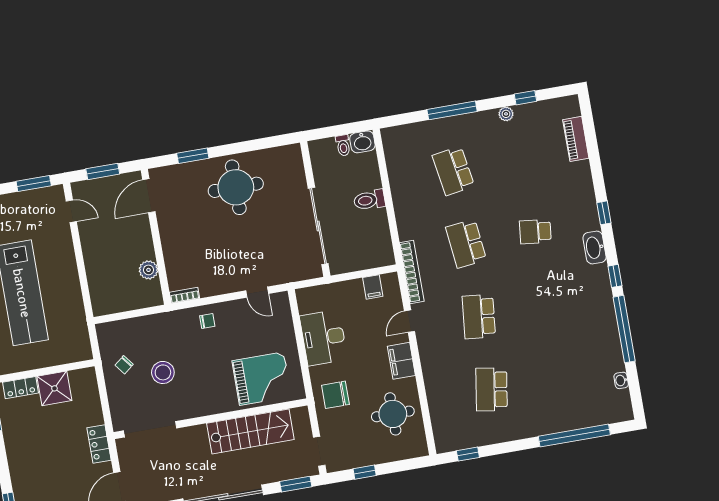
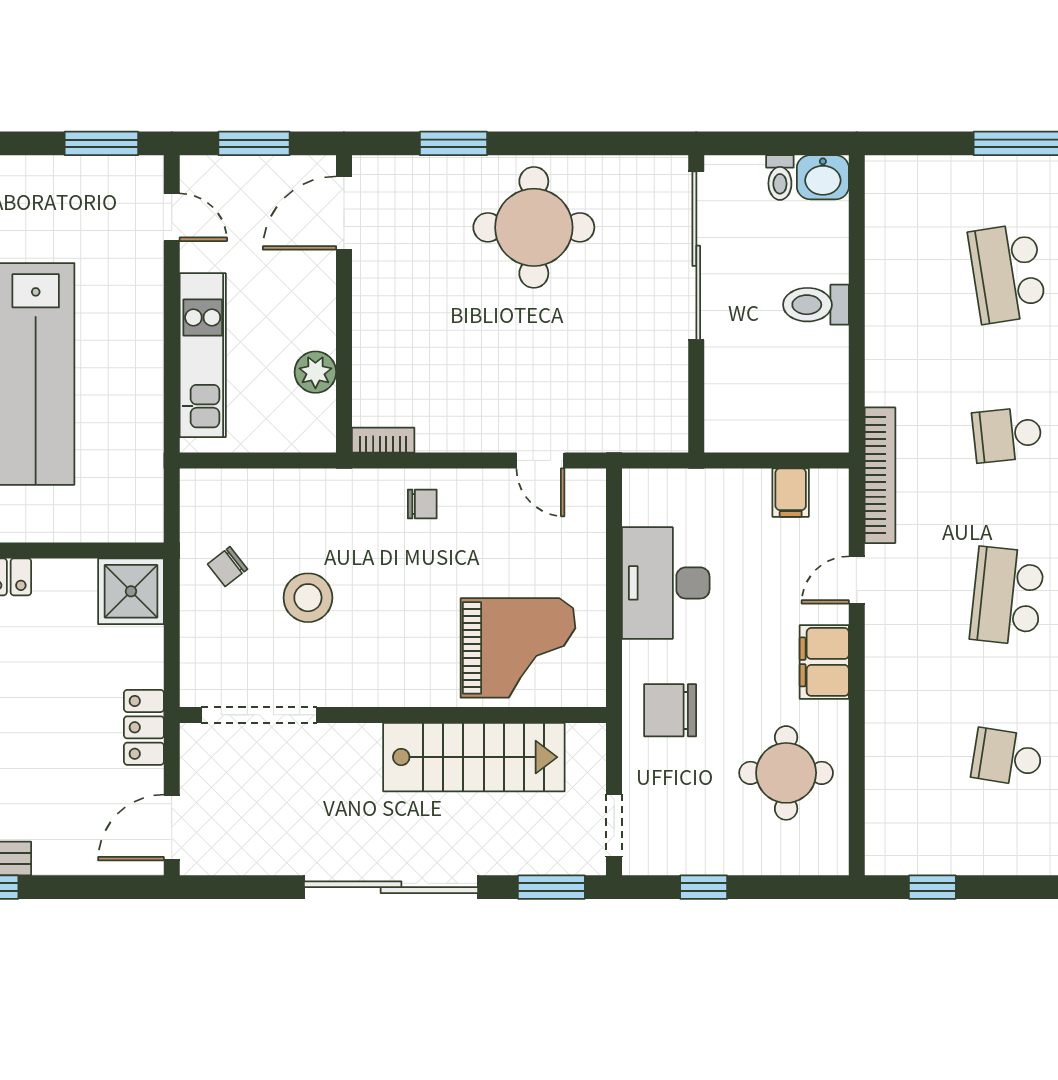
sliding door: (318, 226) -> (696, 256), moved
school desk: (466, 244) -> (1007, 435), width x0.54
kitchen unit: (96, 271) -> (203, 355), added
shower: (54, 388) -> (131, 591), moved
school desk: (492, 389) -> (1007, 757), width x0.54

